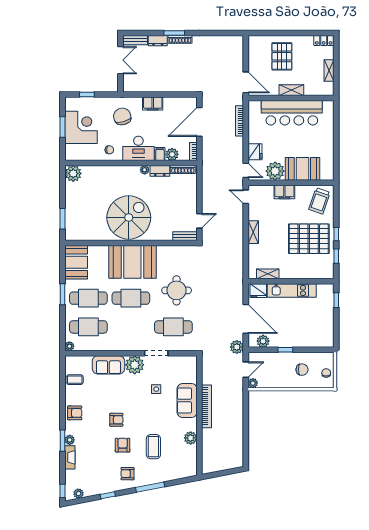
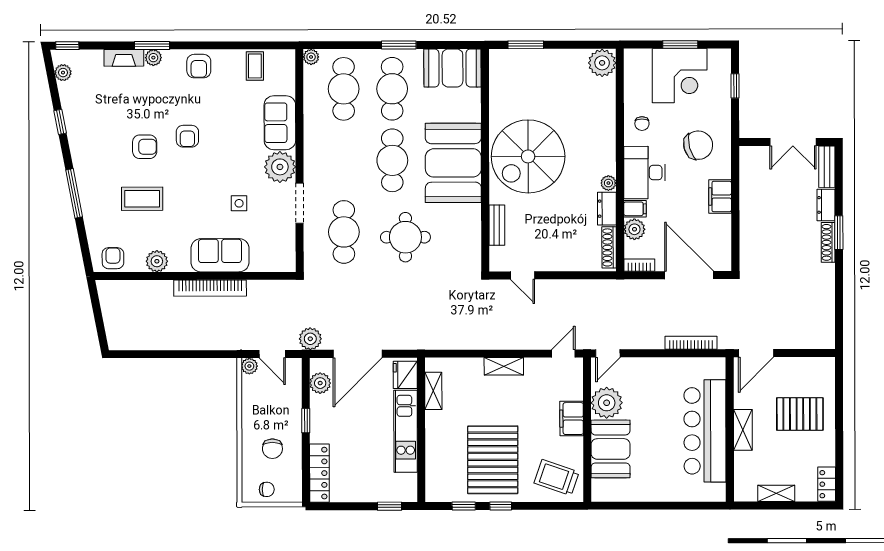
fridge: (255, 152) -> (639, 369), removed
spiral stairs: (129, 217) -> (528, 156), turned 90
bench: (185, 236) -> (497, 225), moved
locker: (317, 342) -> (319, 473), added
armchair: (127, 474) -> (113, 258), moved

